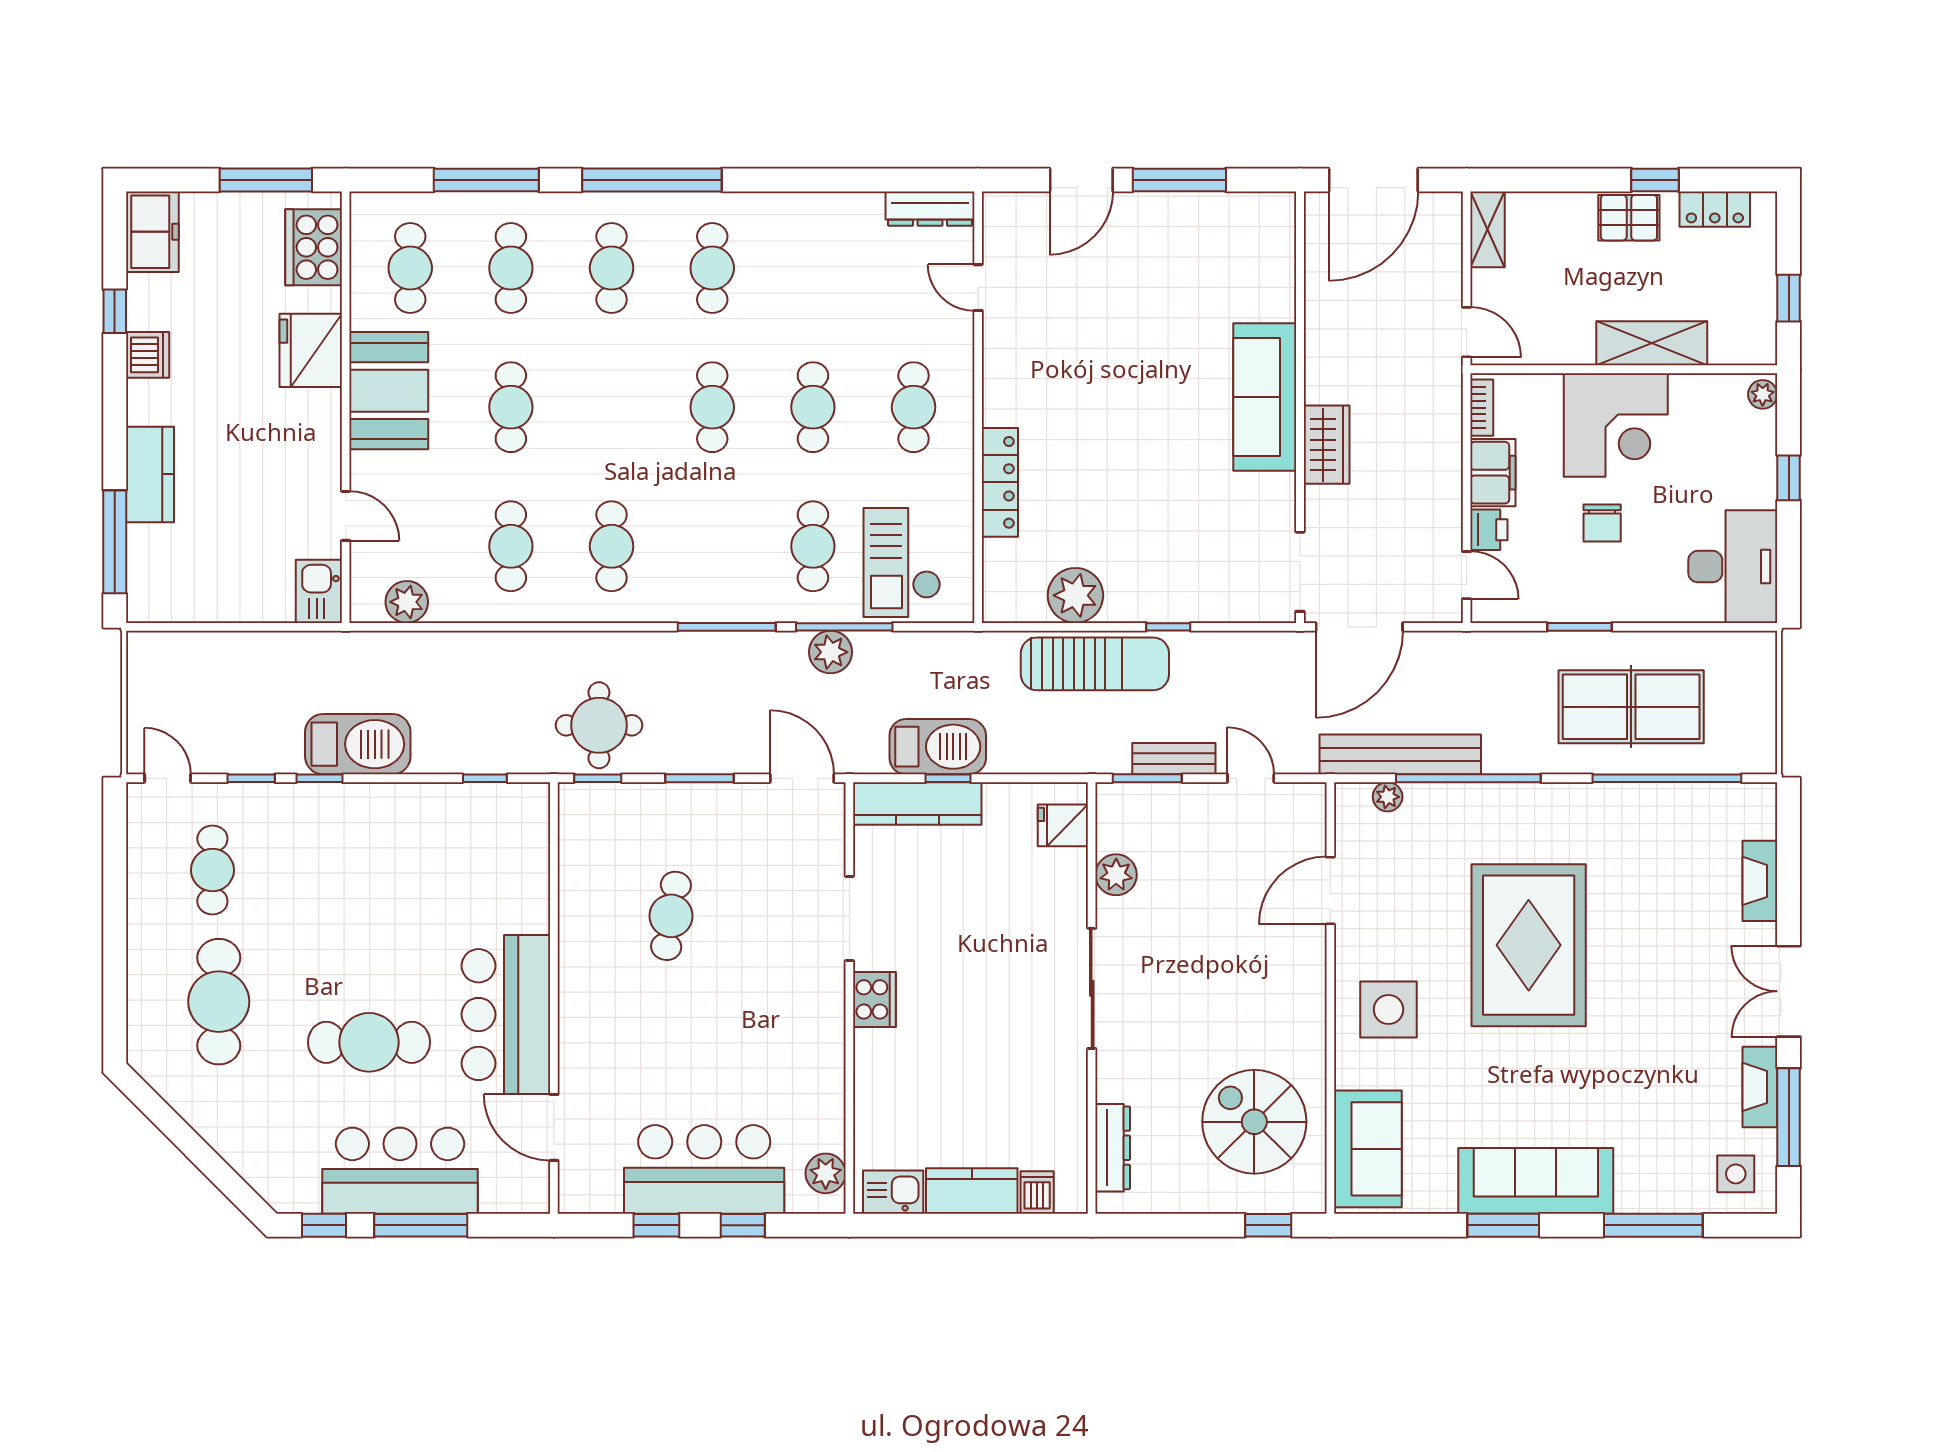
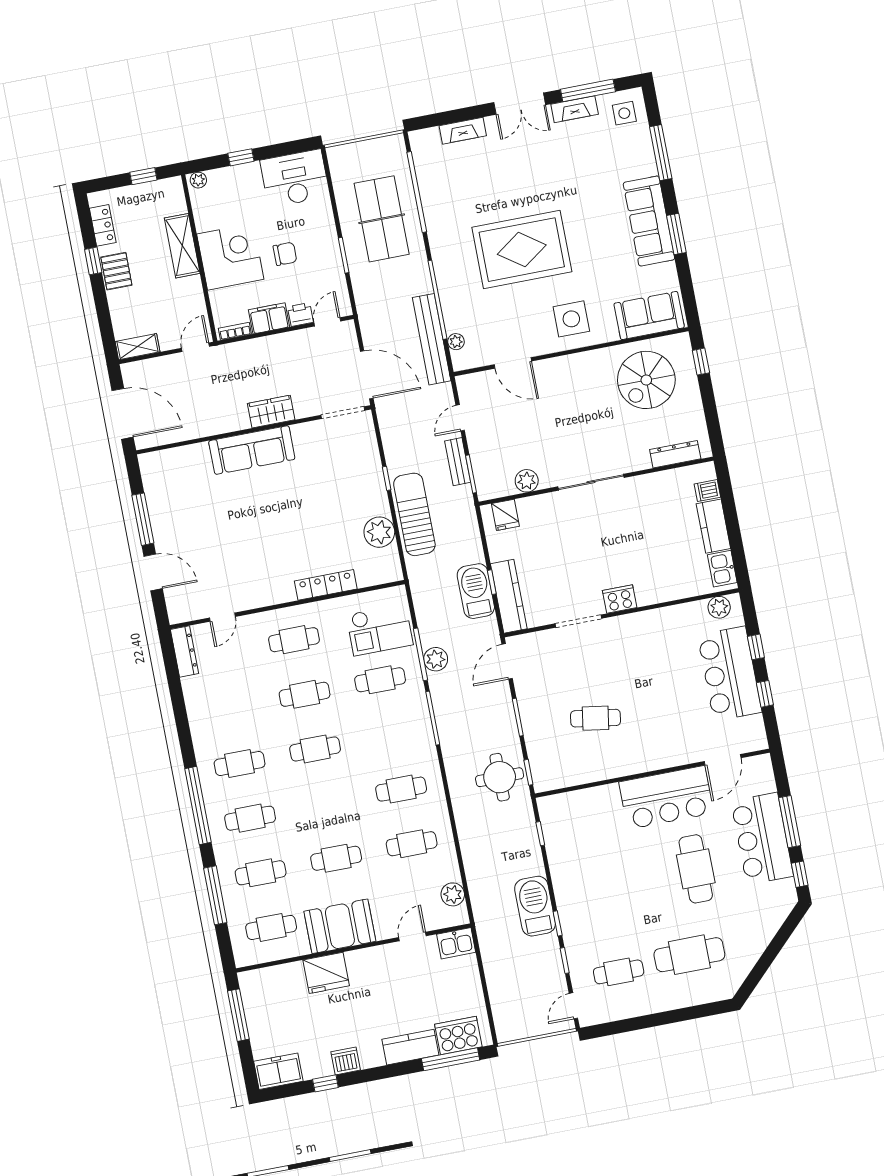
cooker: (314, 247) -> (458, 1036), moved, turned 180

